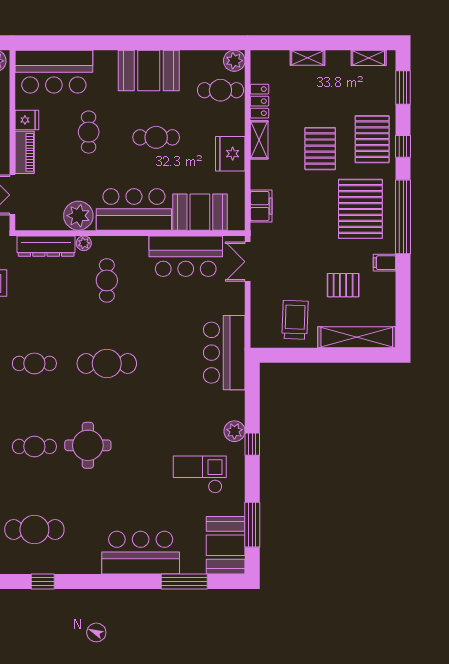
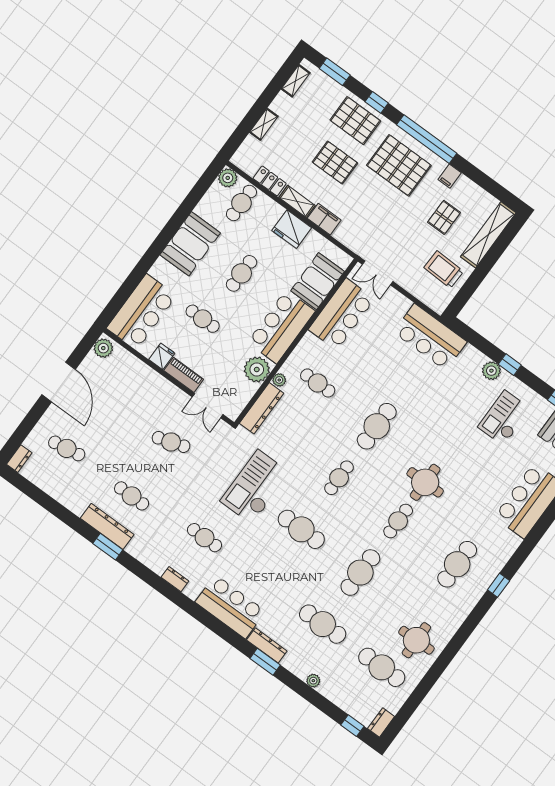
filing cabinet: (261, 206) -> (324, 219), moved

